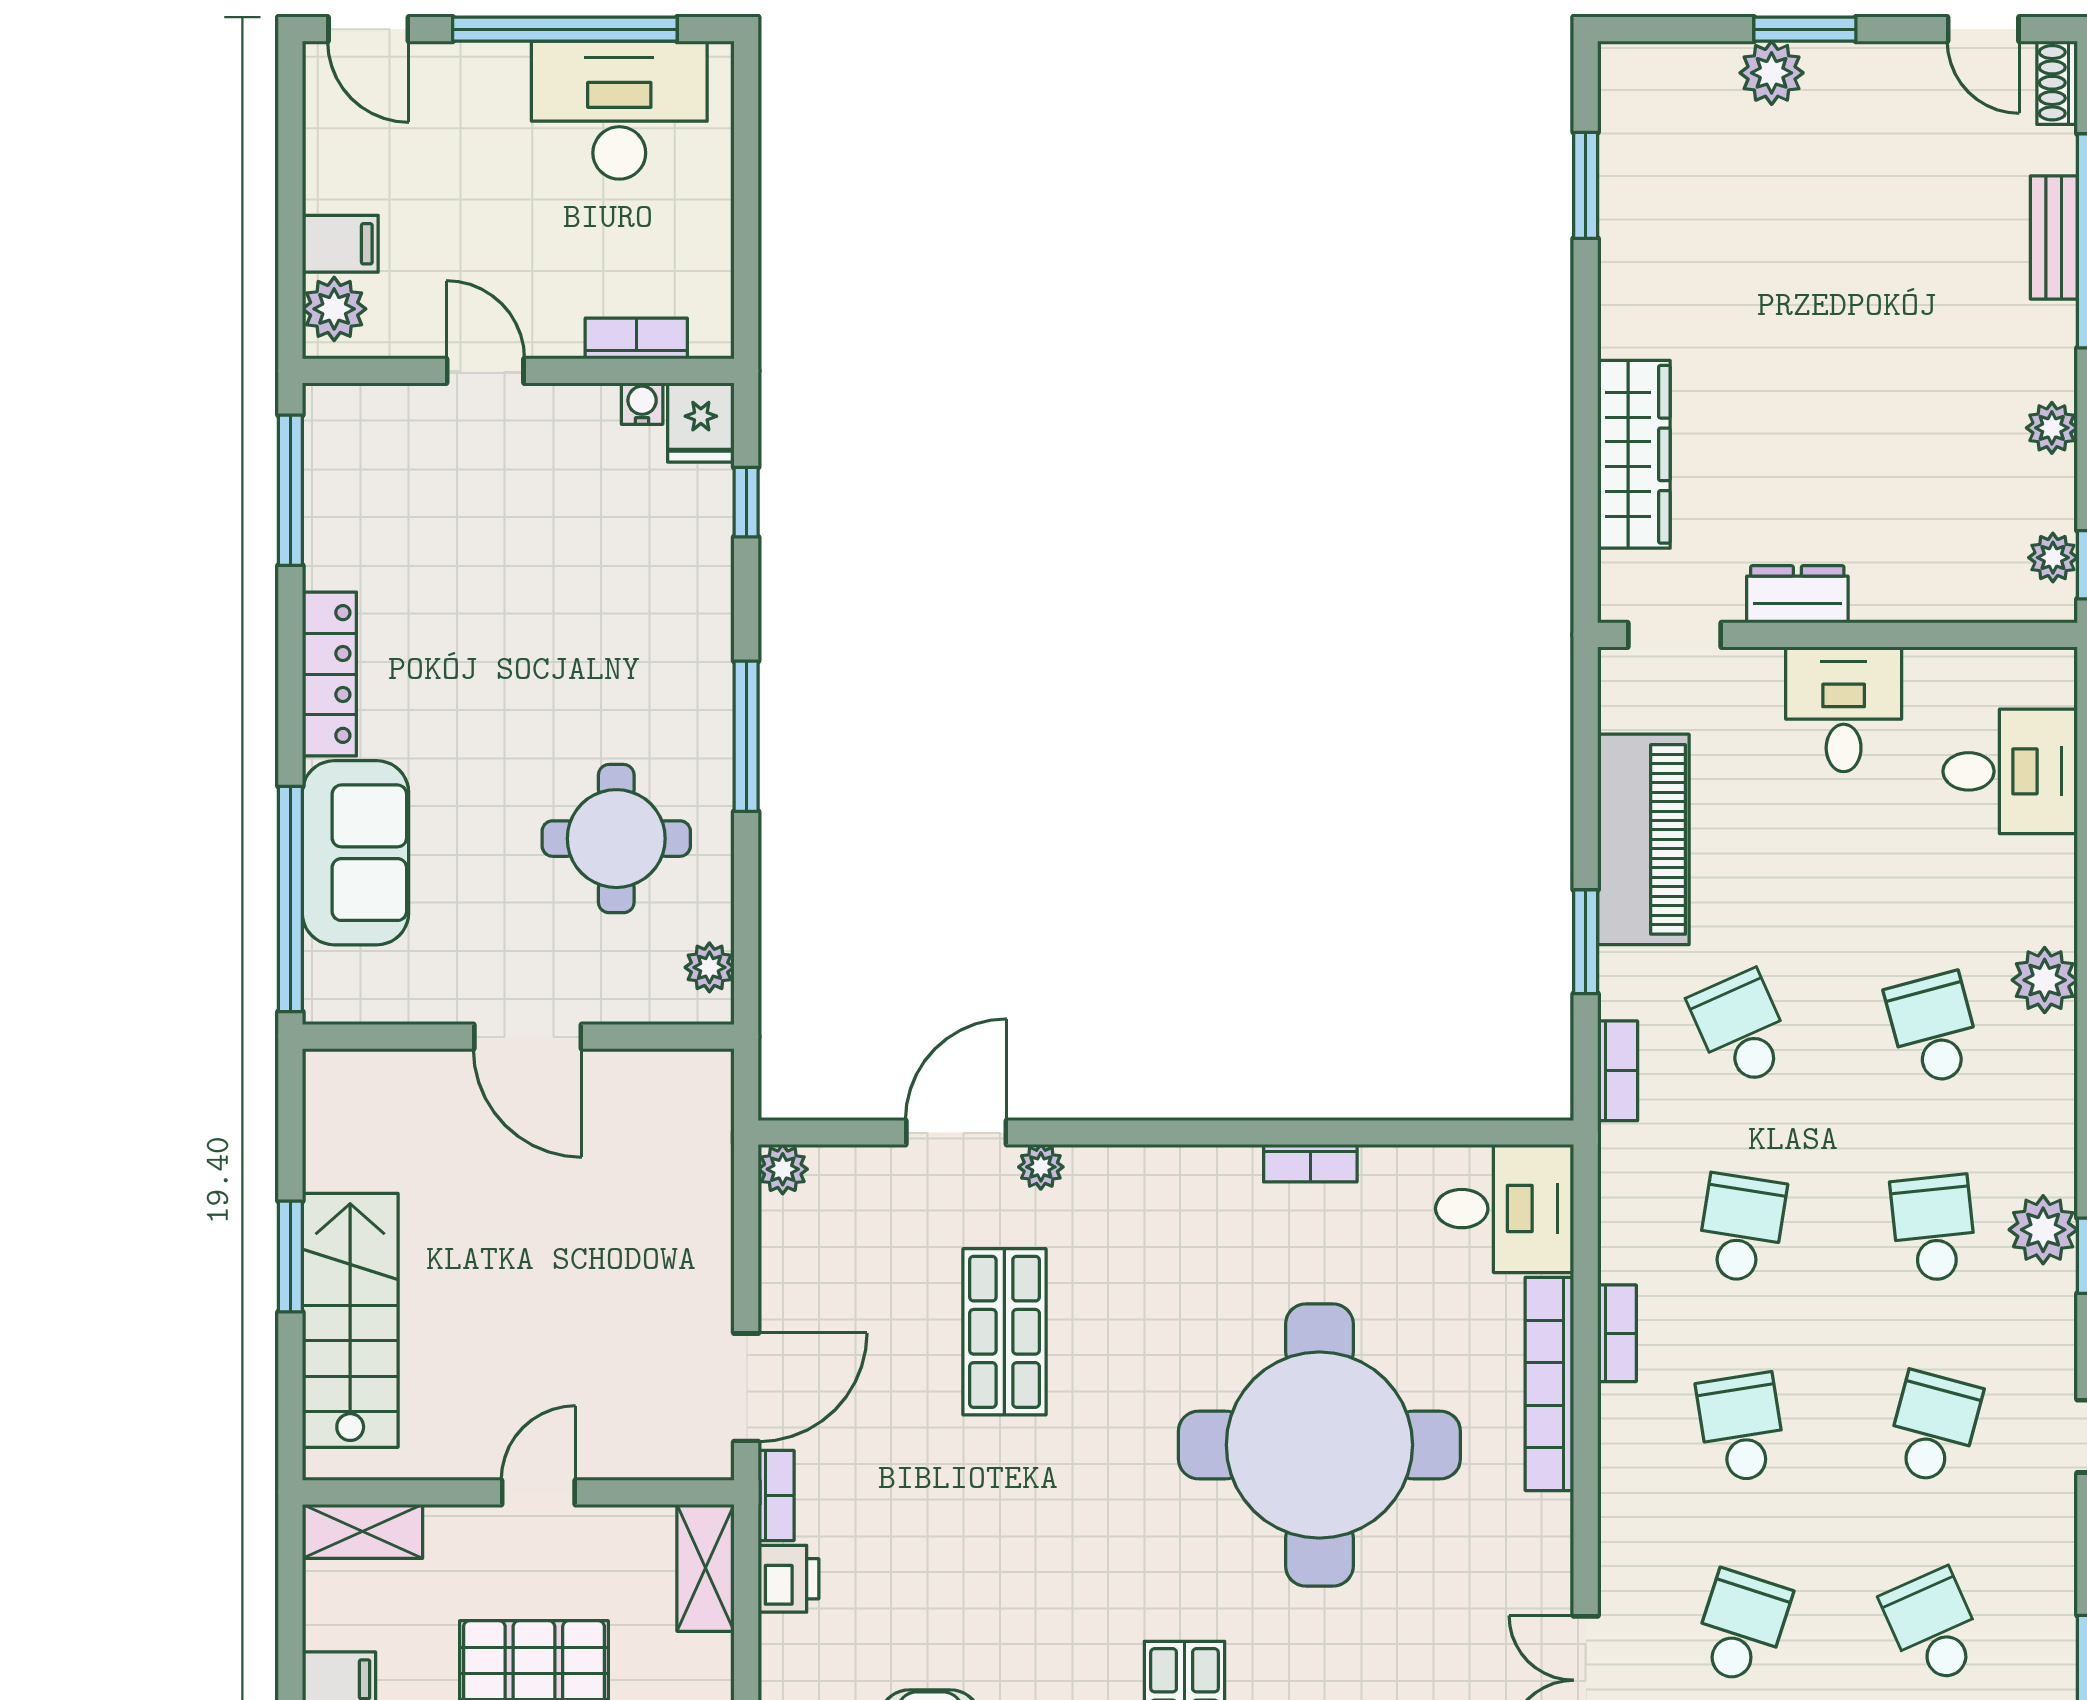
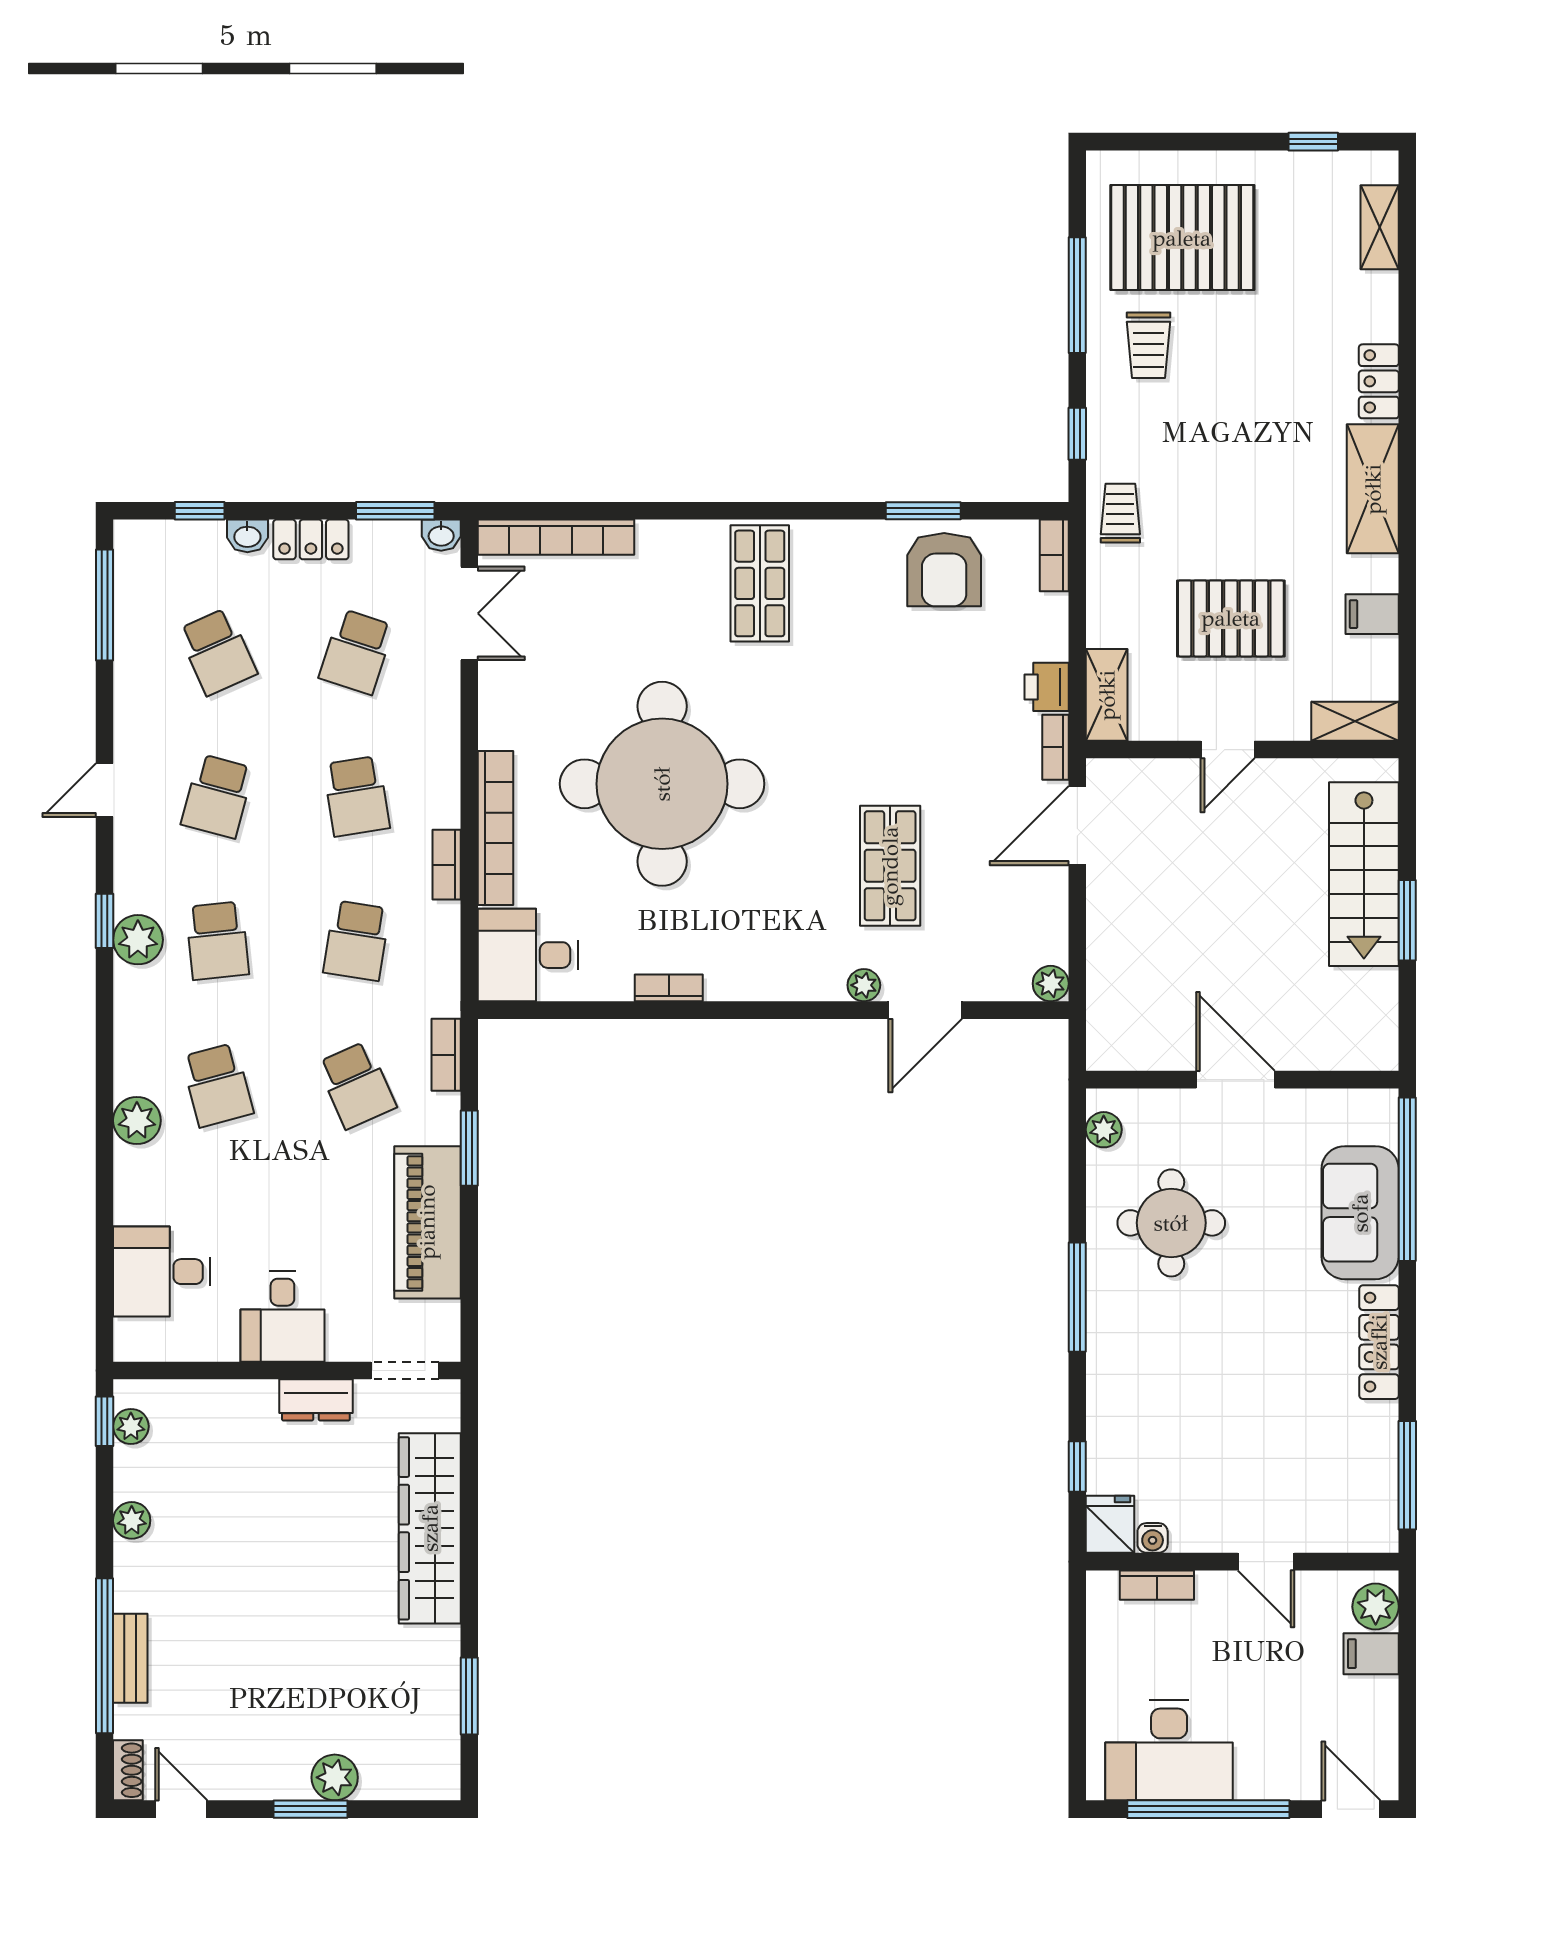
wardrobe: (1634, 454) -> (430, 1528), width x1.40, depth x1.17

